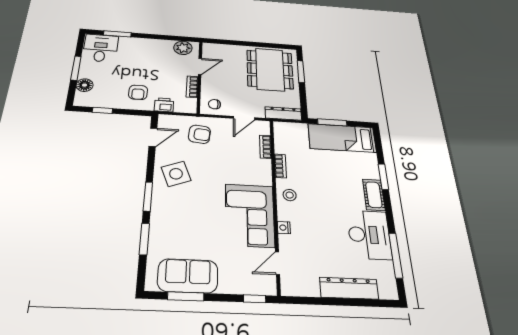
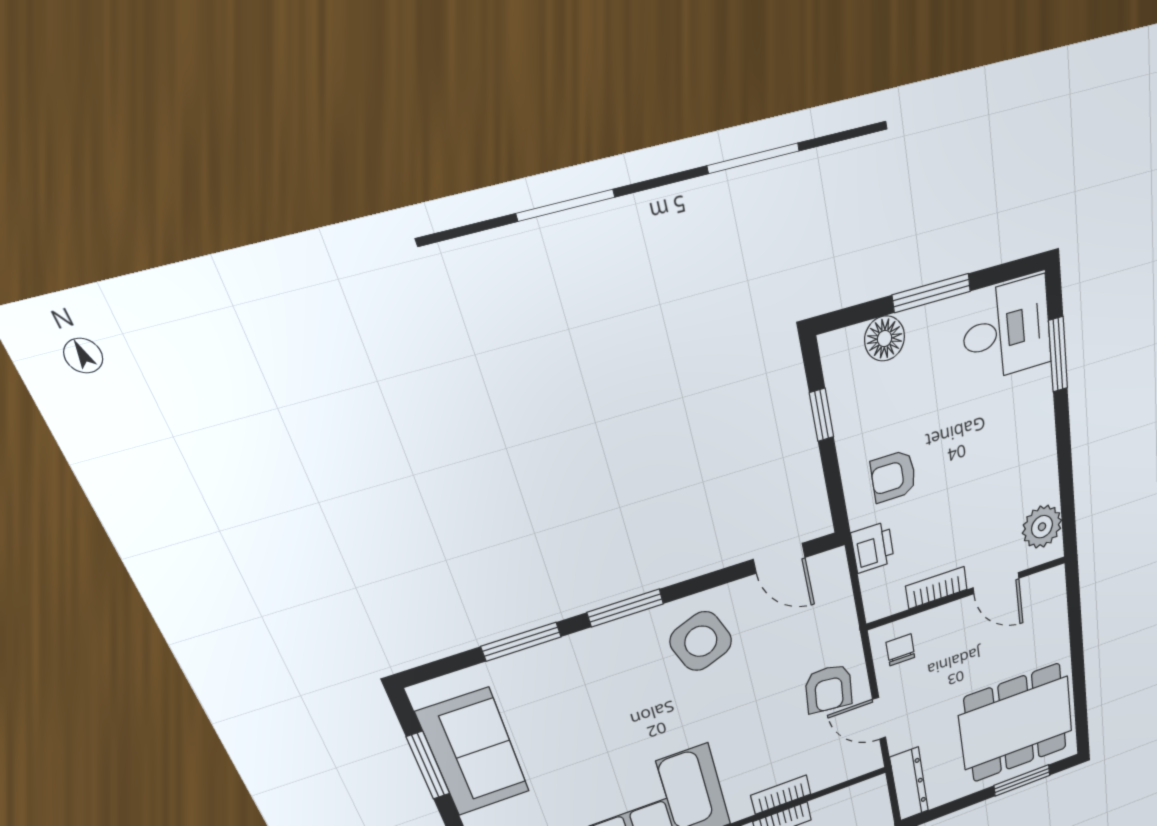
armchair: (199, 134) -> (829, 689), moved
bookcase: (265, 147) -> (781, 795), moved

